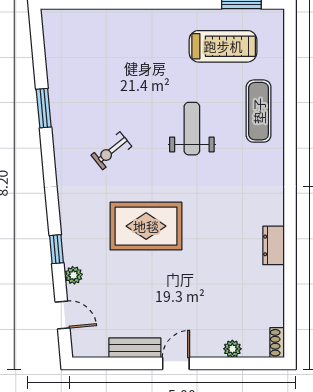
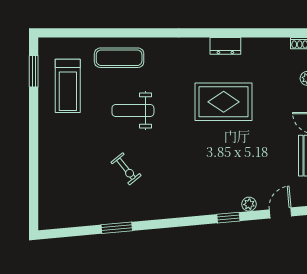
treadmill: (223, 46) -> (68, 86), turned 180
exercise bike: (111, 151) -> (126, 169), moved
rug: (146, 226) -> (224, 102), moved, turned 90

